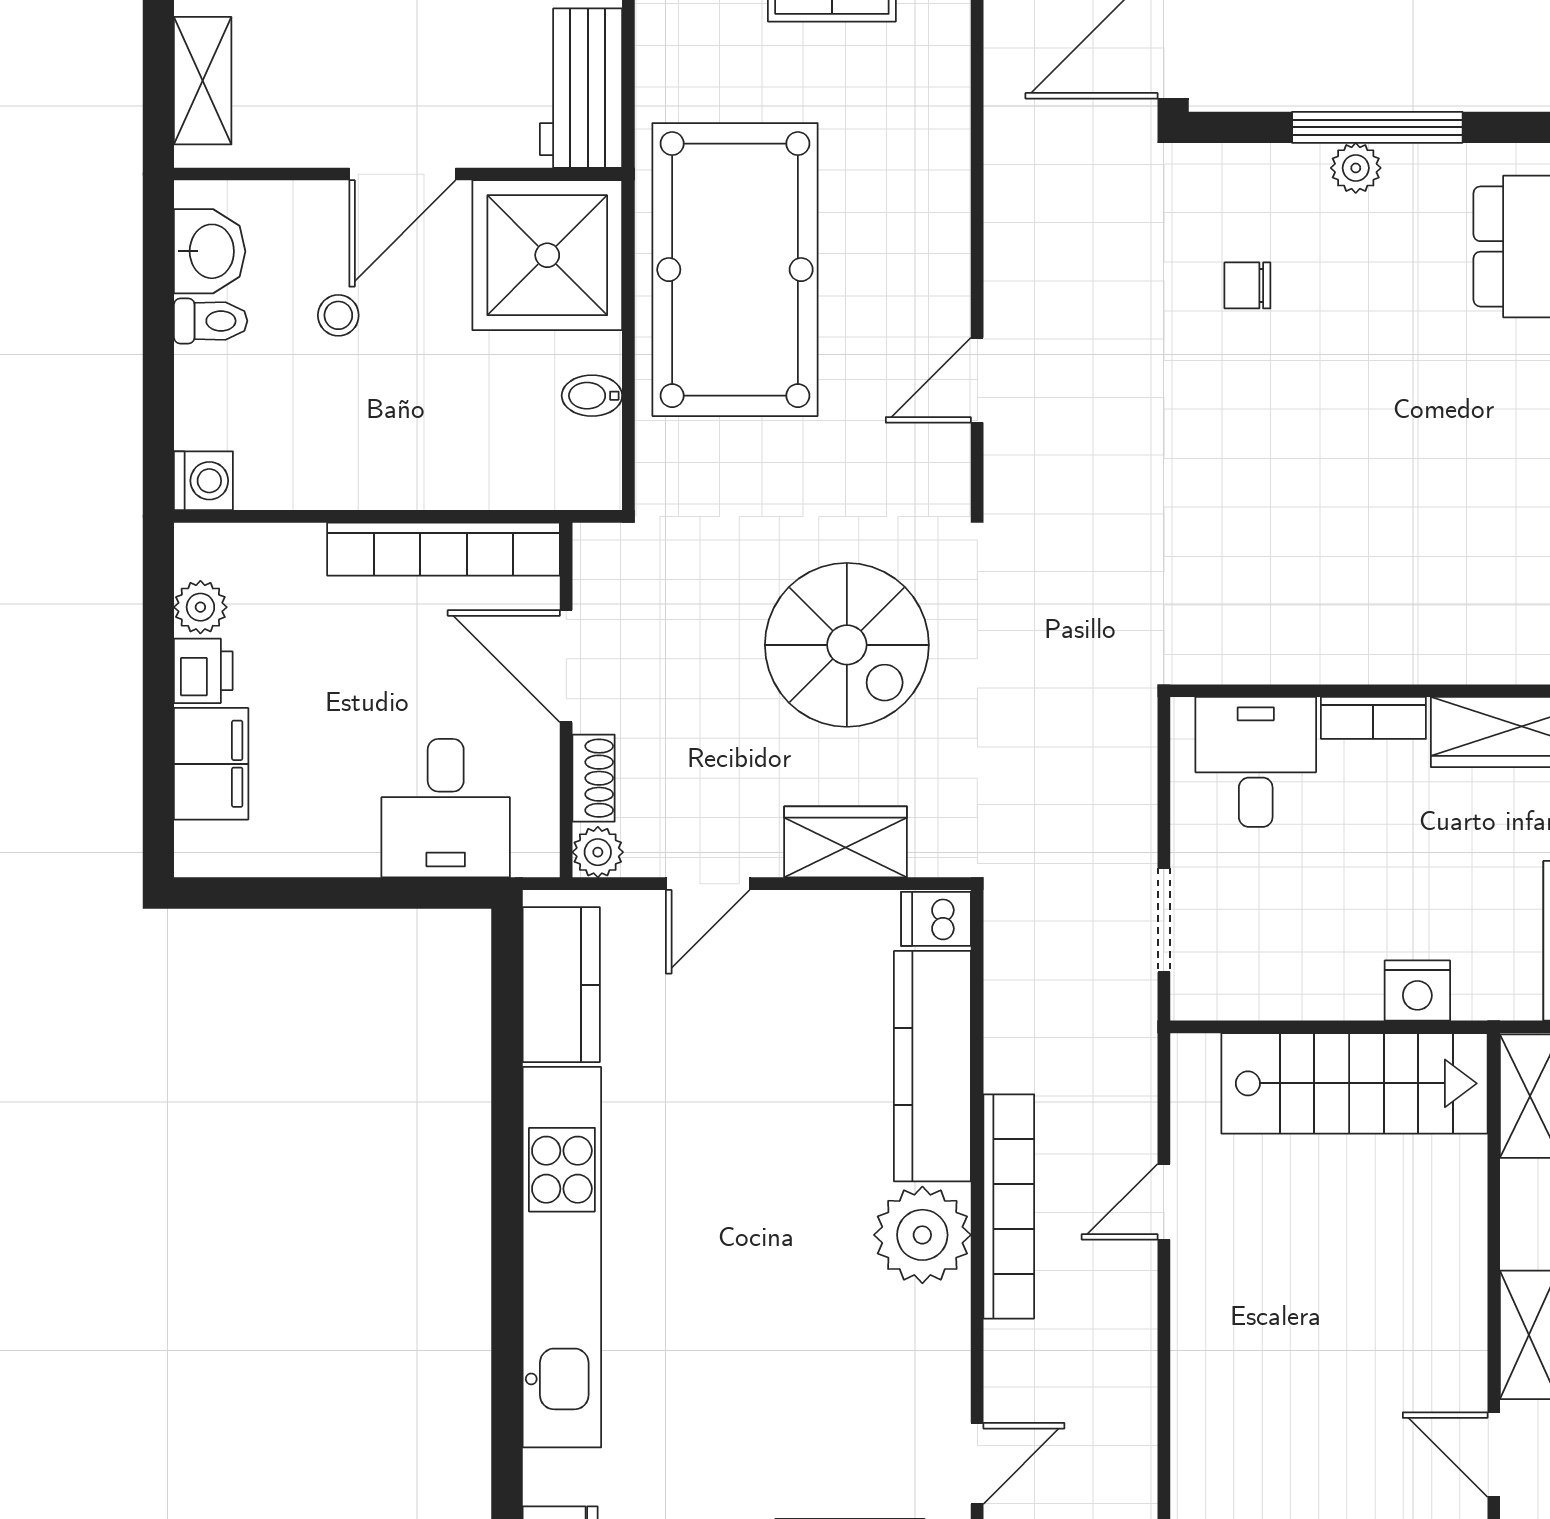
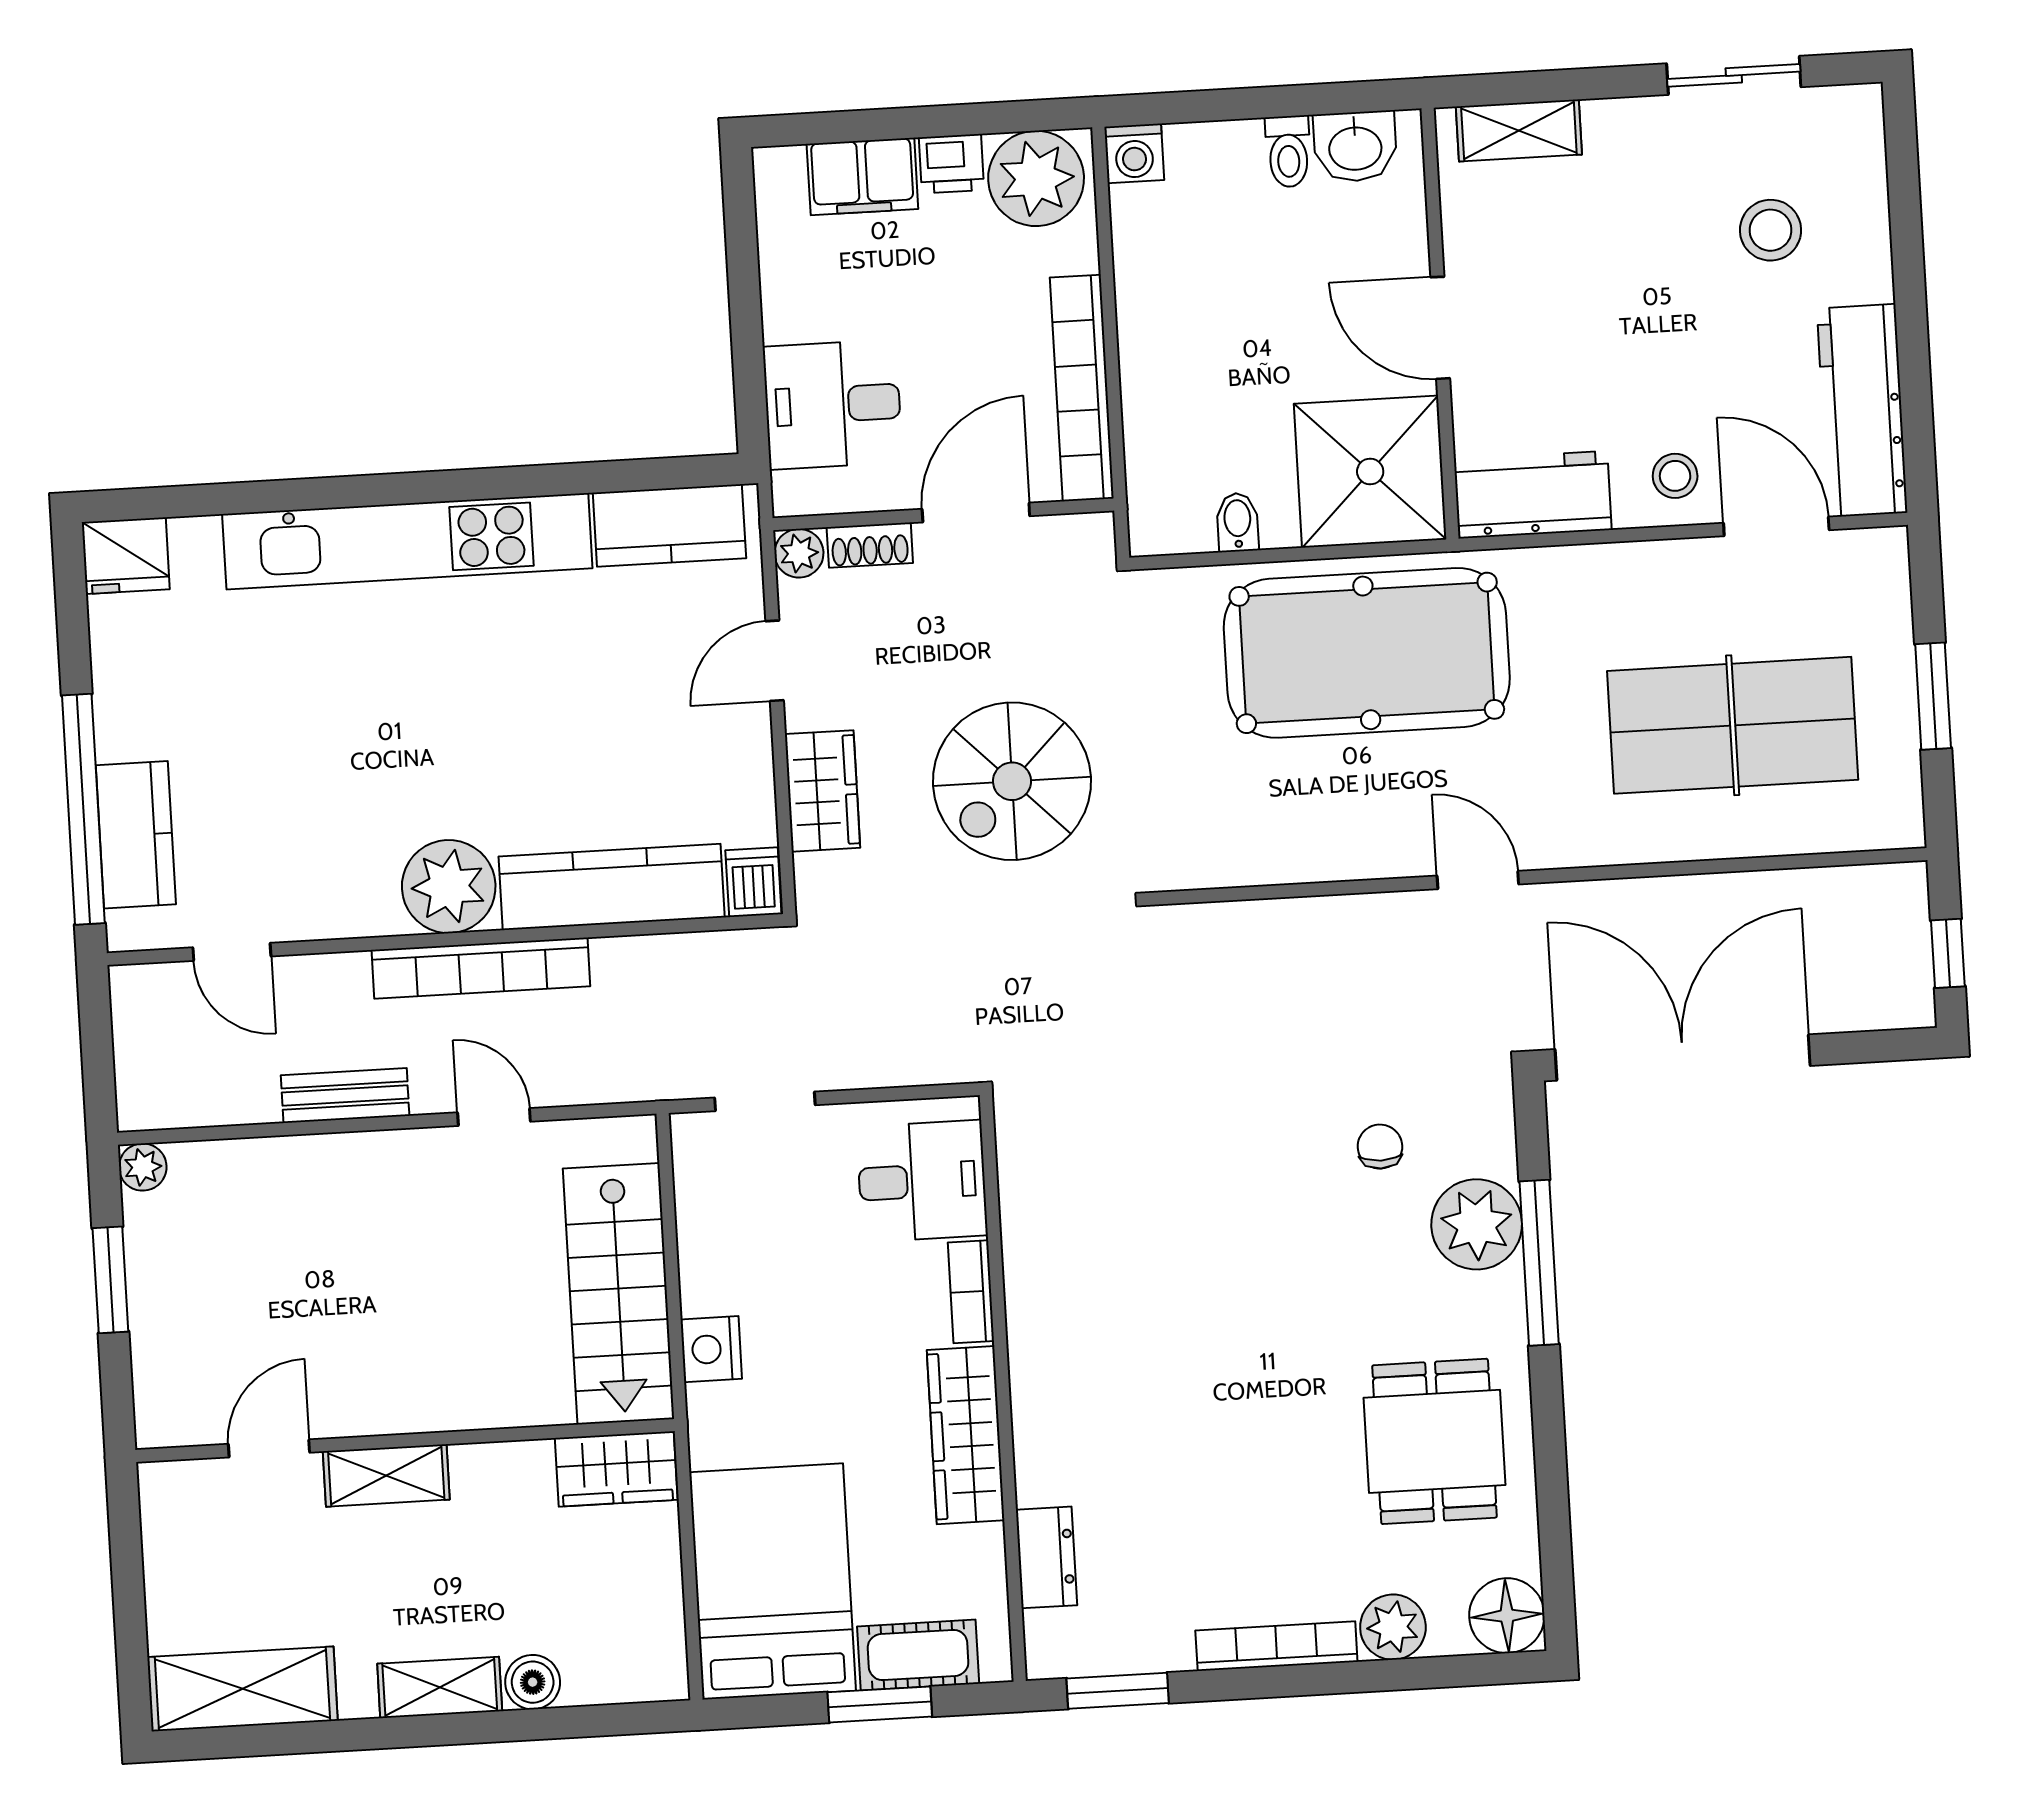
plant: (1356, 168) -> (1477, 1224), width x1.87, depth x1.87
stool: (338, 315) -> (1301, 274), removed
door: (977, 380) -> (1478, 880), moved
plant: (200, 607) -> (1036, 178), width x1.87, depth x1.87
door: (708, 884) -> (775, 661), hinge flipped
bench: (1133, 1355) -> (345, 1096), added

